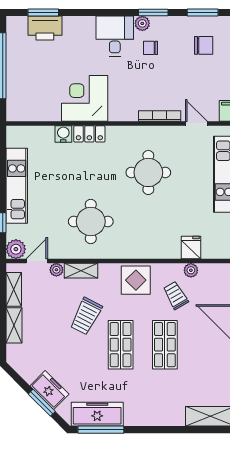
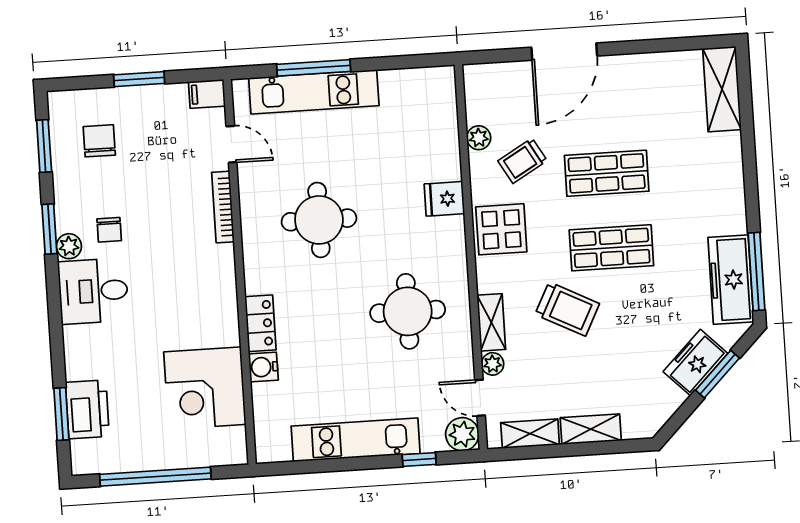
corner desk: (85, 98) -> (205, 388), moved
door: (196, 124) -> (231, 144), swing flipped
fridge: (191, 248) -> (444, 199), moved

